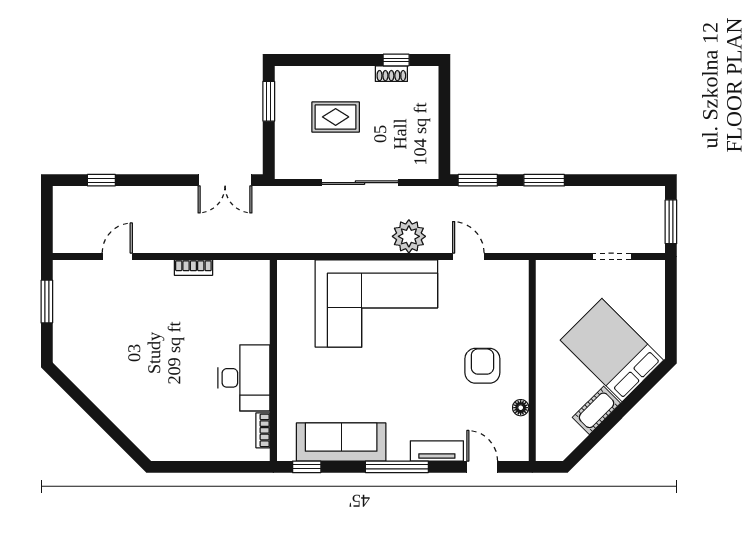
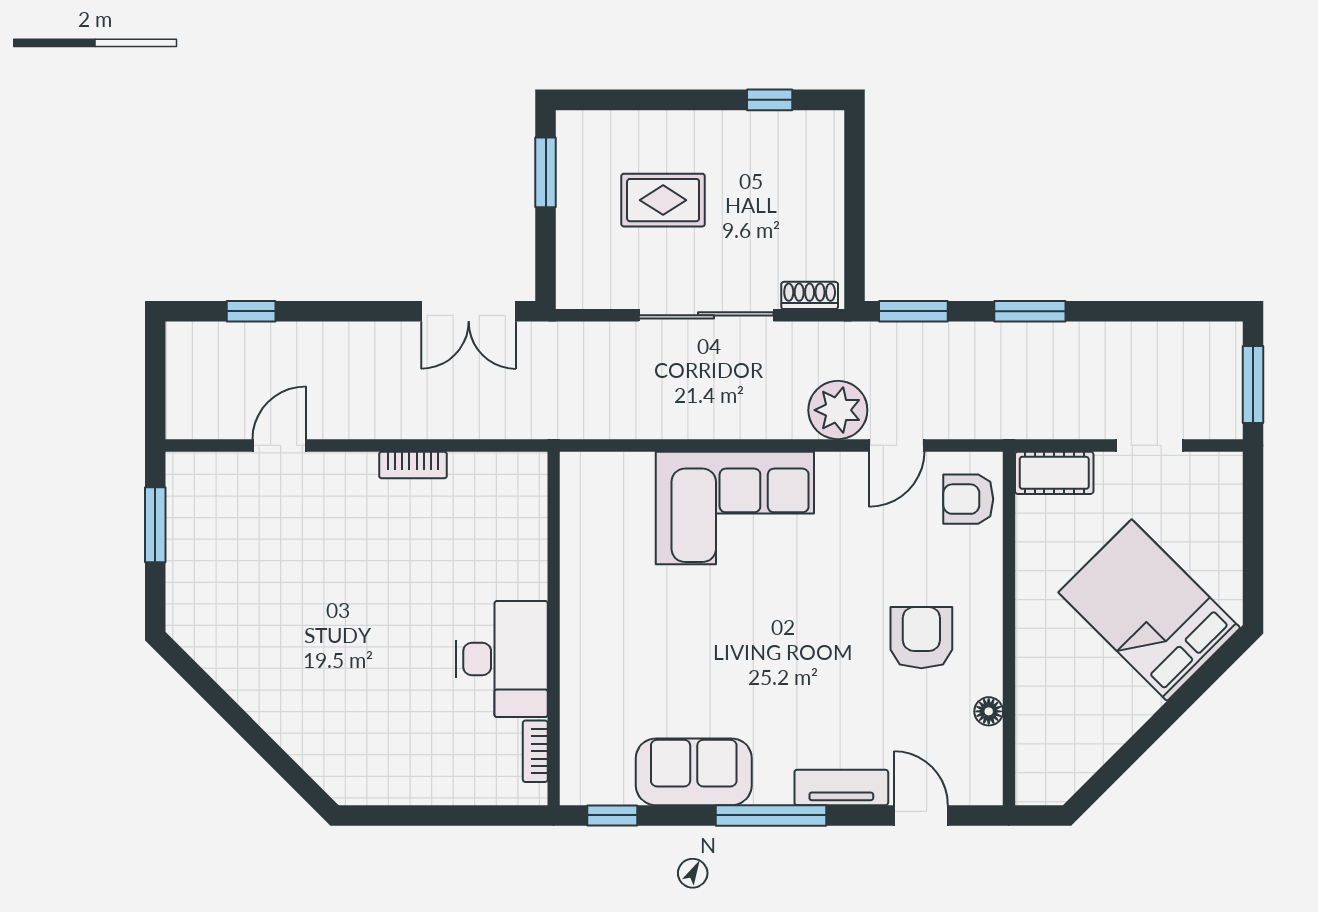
shoe rack: (391, 74) -> (810, 295), moved, turned 180
plant: (409, 236) -> (838, 410), moved
door: (468, 256) -> (897, 445), swing flipped
armchair: (509, 287) -> (968, 499), added
corner sofa: (376, 304) -> (735, 508), width x0.73, depth x0.74
cot: (596, 410) -> (1054, 473), moved, turned 45
sofa: (341, 442) -> (694, 772), width x0.73

